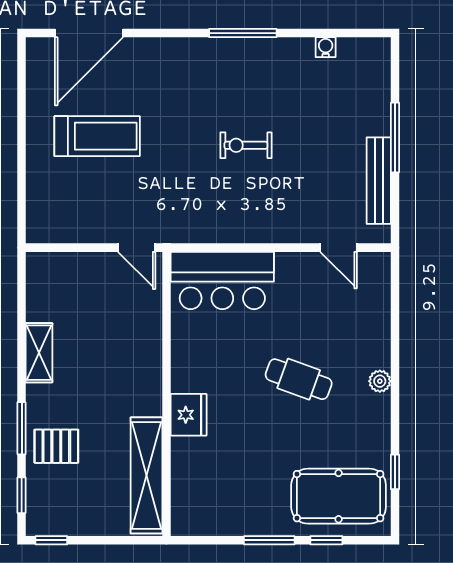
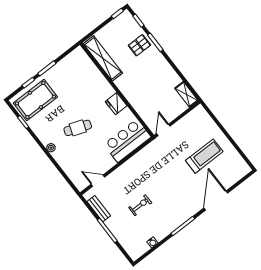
door: (89, 33) -> (216, 200), moved
treadmill: (97, 136) -> (204, 156), turned 180
exercise bike: (246, 145) -> (140, 205), moved
bench: (379, 181) -> (99, 209), width x0.73
door: (137, 248) -> (163, 130), hinge flipped
shelving: (39, 353) -> (186, 94), moved
fridge: (189, 415) -> (116, 104), moved

